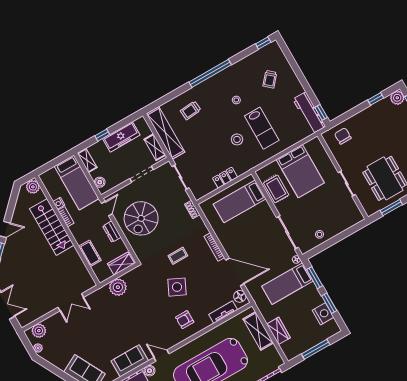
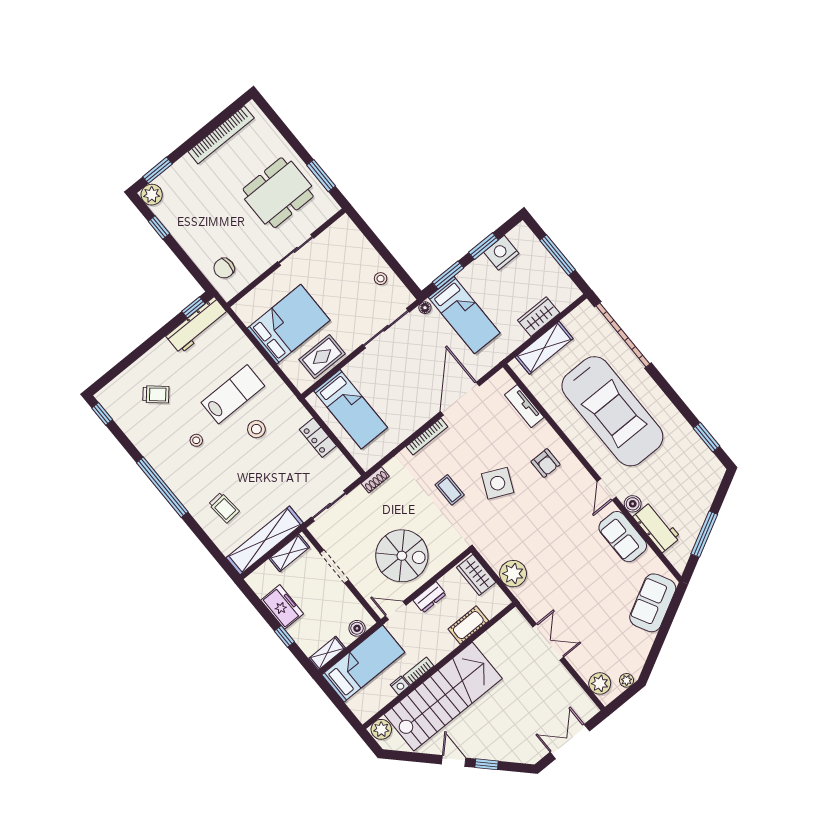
freezer: (121, 137) -> (282, 607), width x0.71
stairs: (52, 227) -> (443, 696), width x1.36, depth x1.51
floor lamp: (240, 296) -> (496, 385), removed

